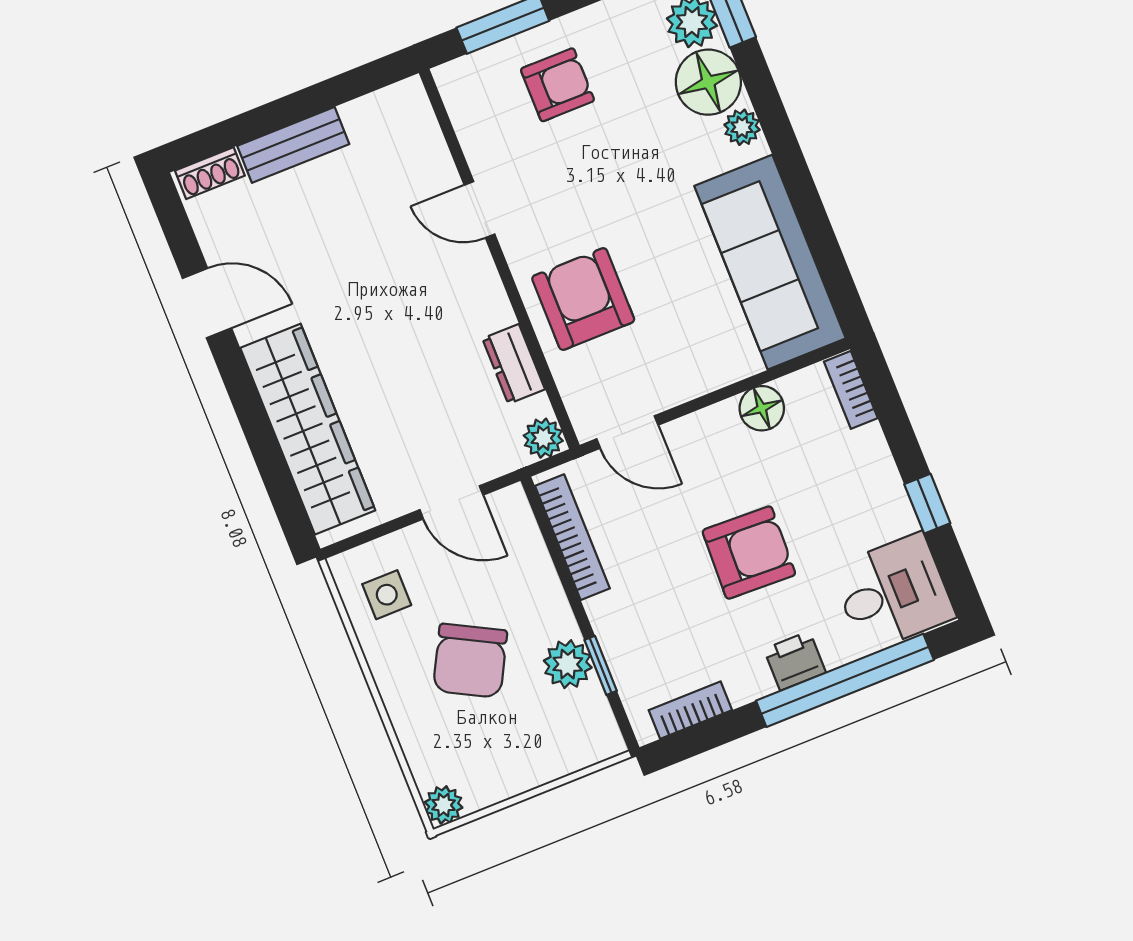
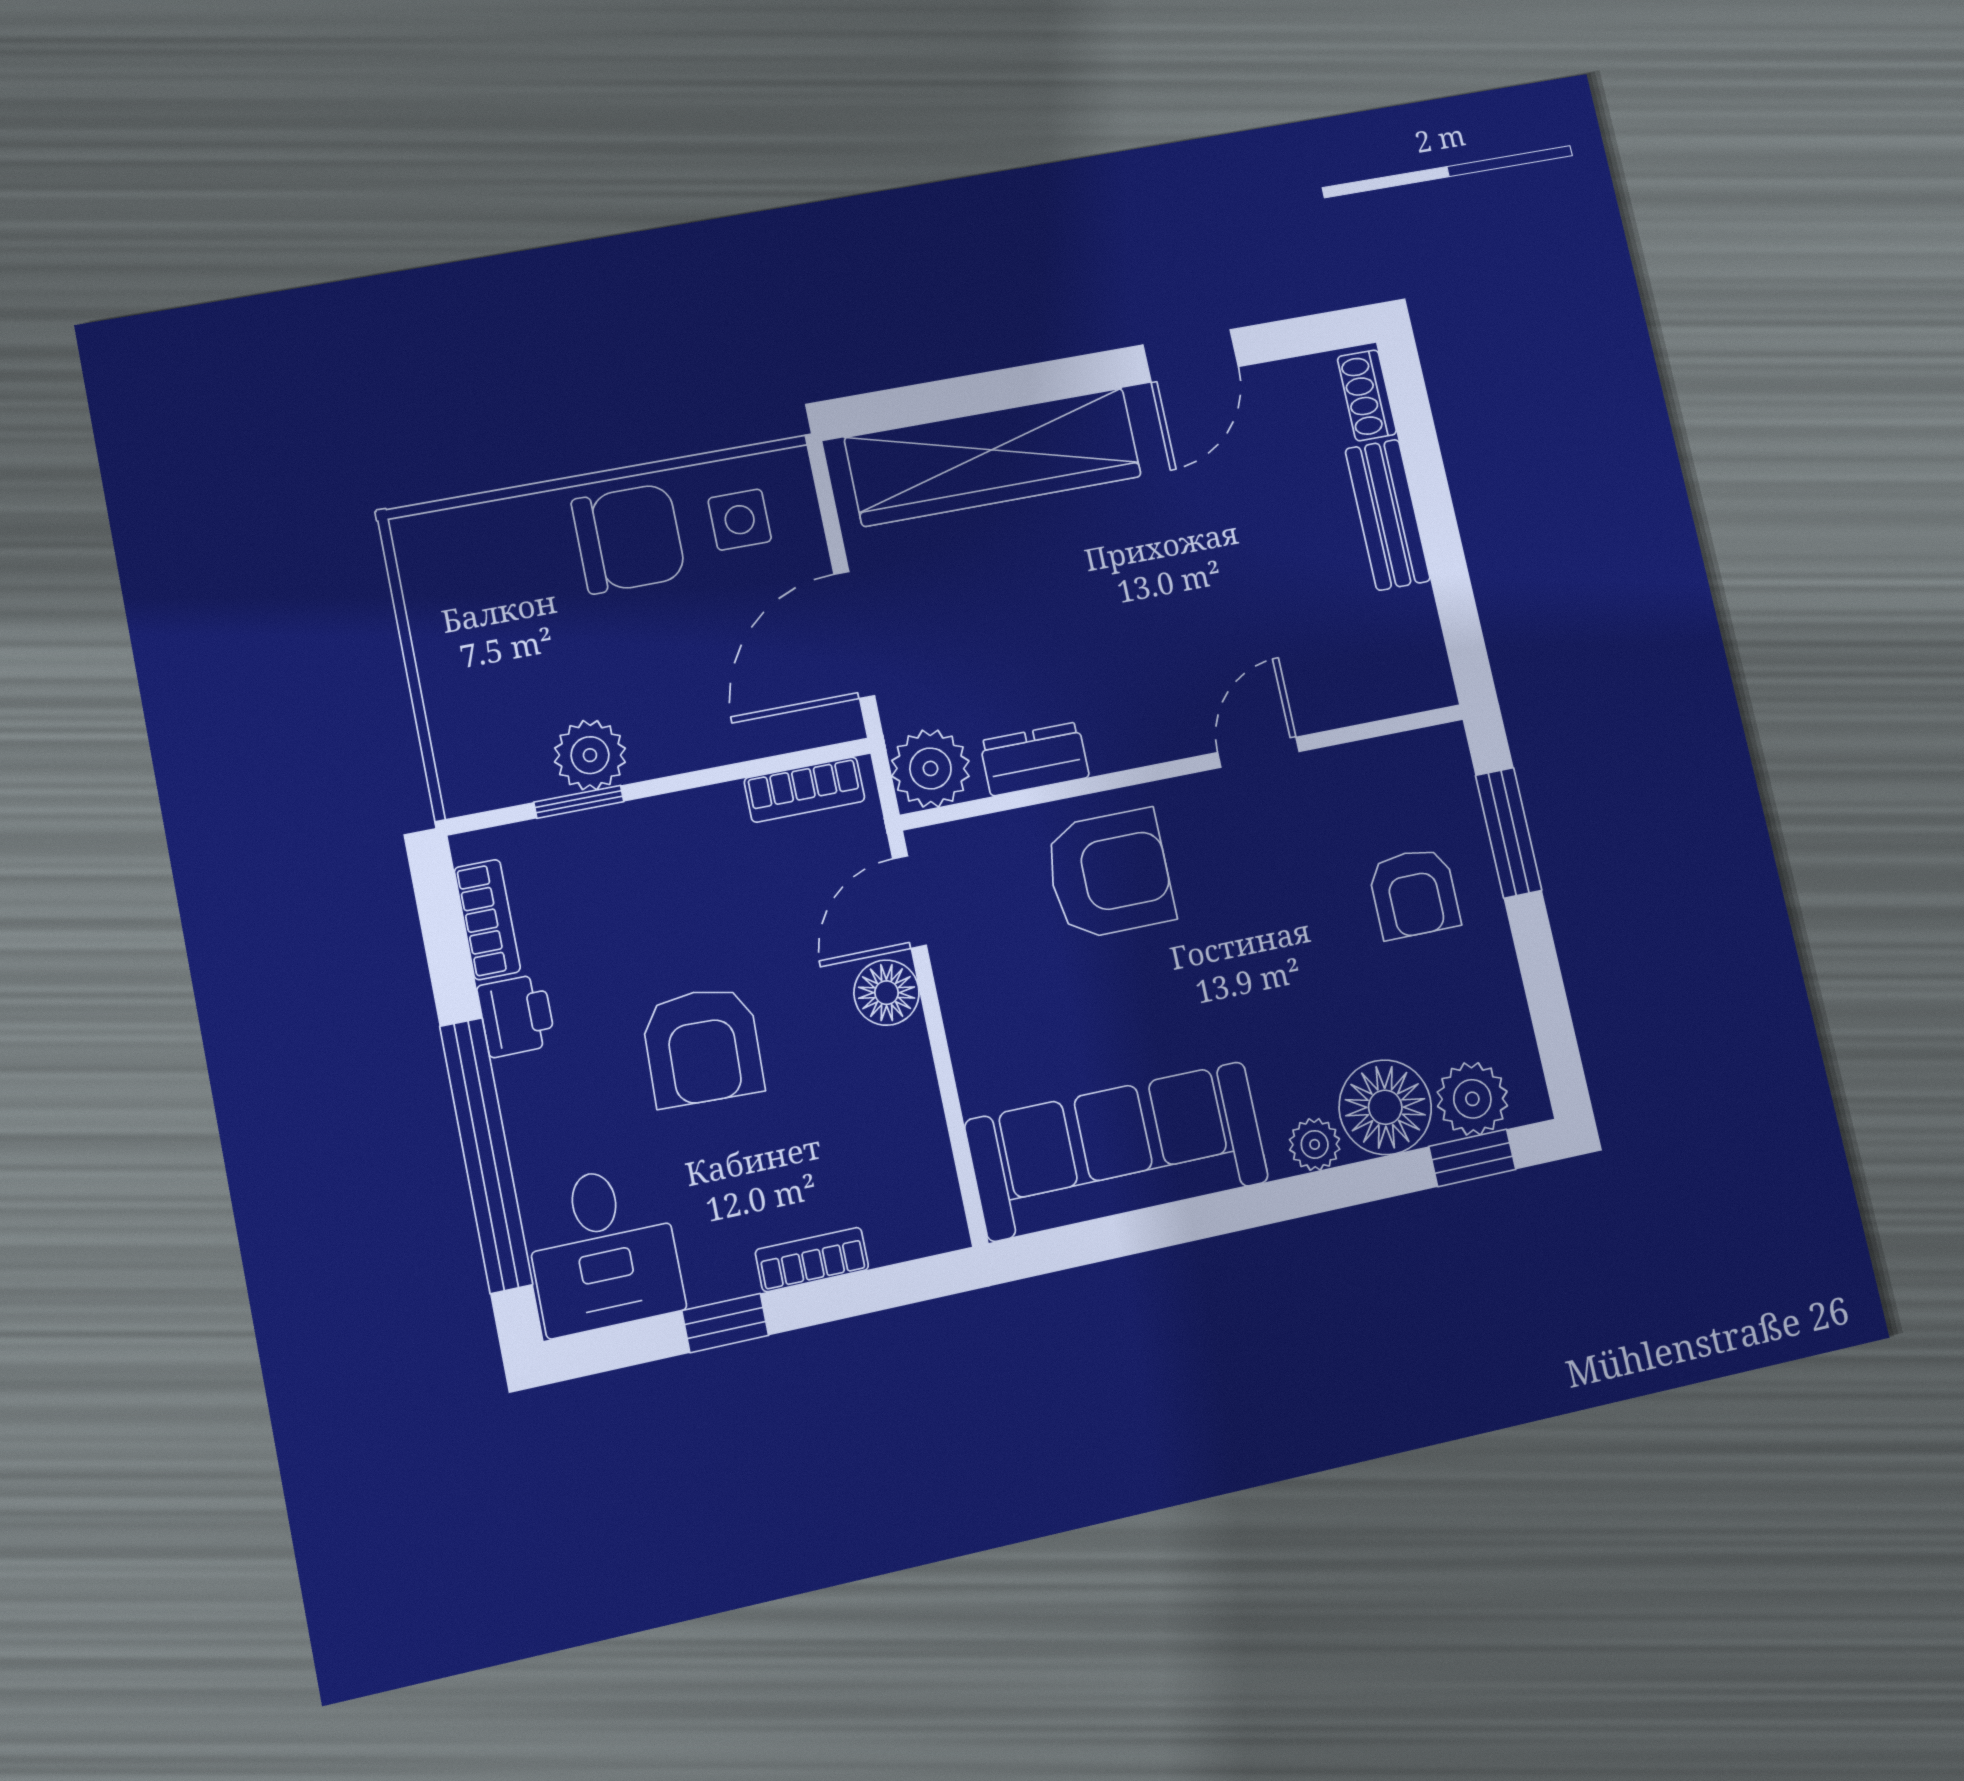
bookcase: (851, 390) -> (812, 1260), moved
floor lamp: (762, 408) -> (887, 993), moved
plant: (543, 438) -> (930, 768), width x1.38, depth x1.38
door: (451, 502) -> (854, 635), width x1.37
bookcase: (572, 537) -> (804, 790), width x0.64
chair: (470, 661) -> (629, 539), moved, turned 152
printer: (795, 661) -> (516, 1016), moved
plant: (444, 805) -> (420, 541), removed

